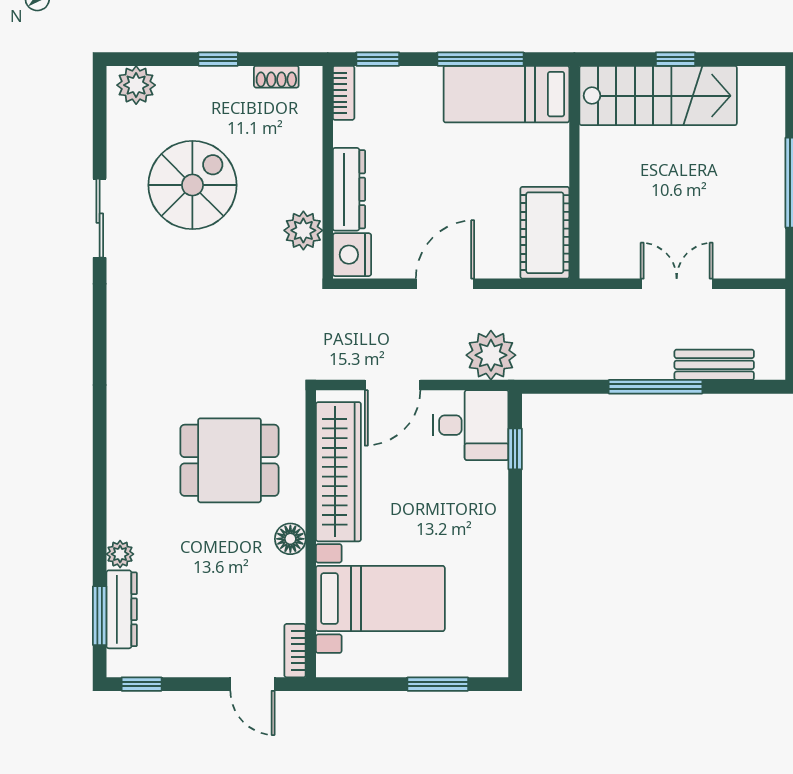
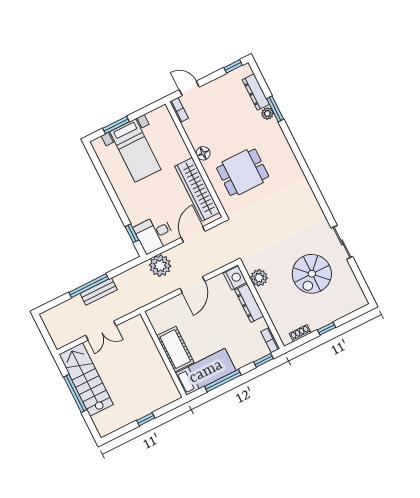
plant: (136, 85) -> (354, 302), removed
stairs: (658, 96) -> (86, 379), moved, turned 90
cot: (545, 233) -> (175, 349), moved
bench: (714, 365) -> (99, 292), moved
bed with nightstands: (380, 598) -> (135, 151), moved, turned -90
window: (100, 616) -> (275, 109), moved

